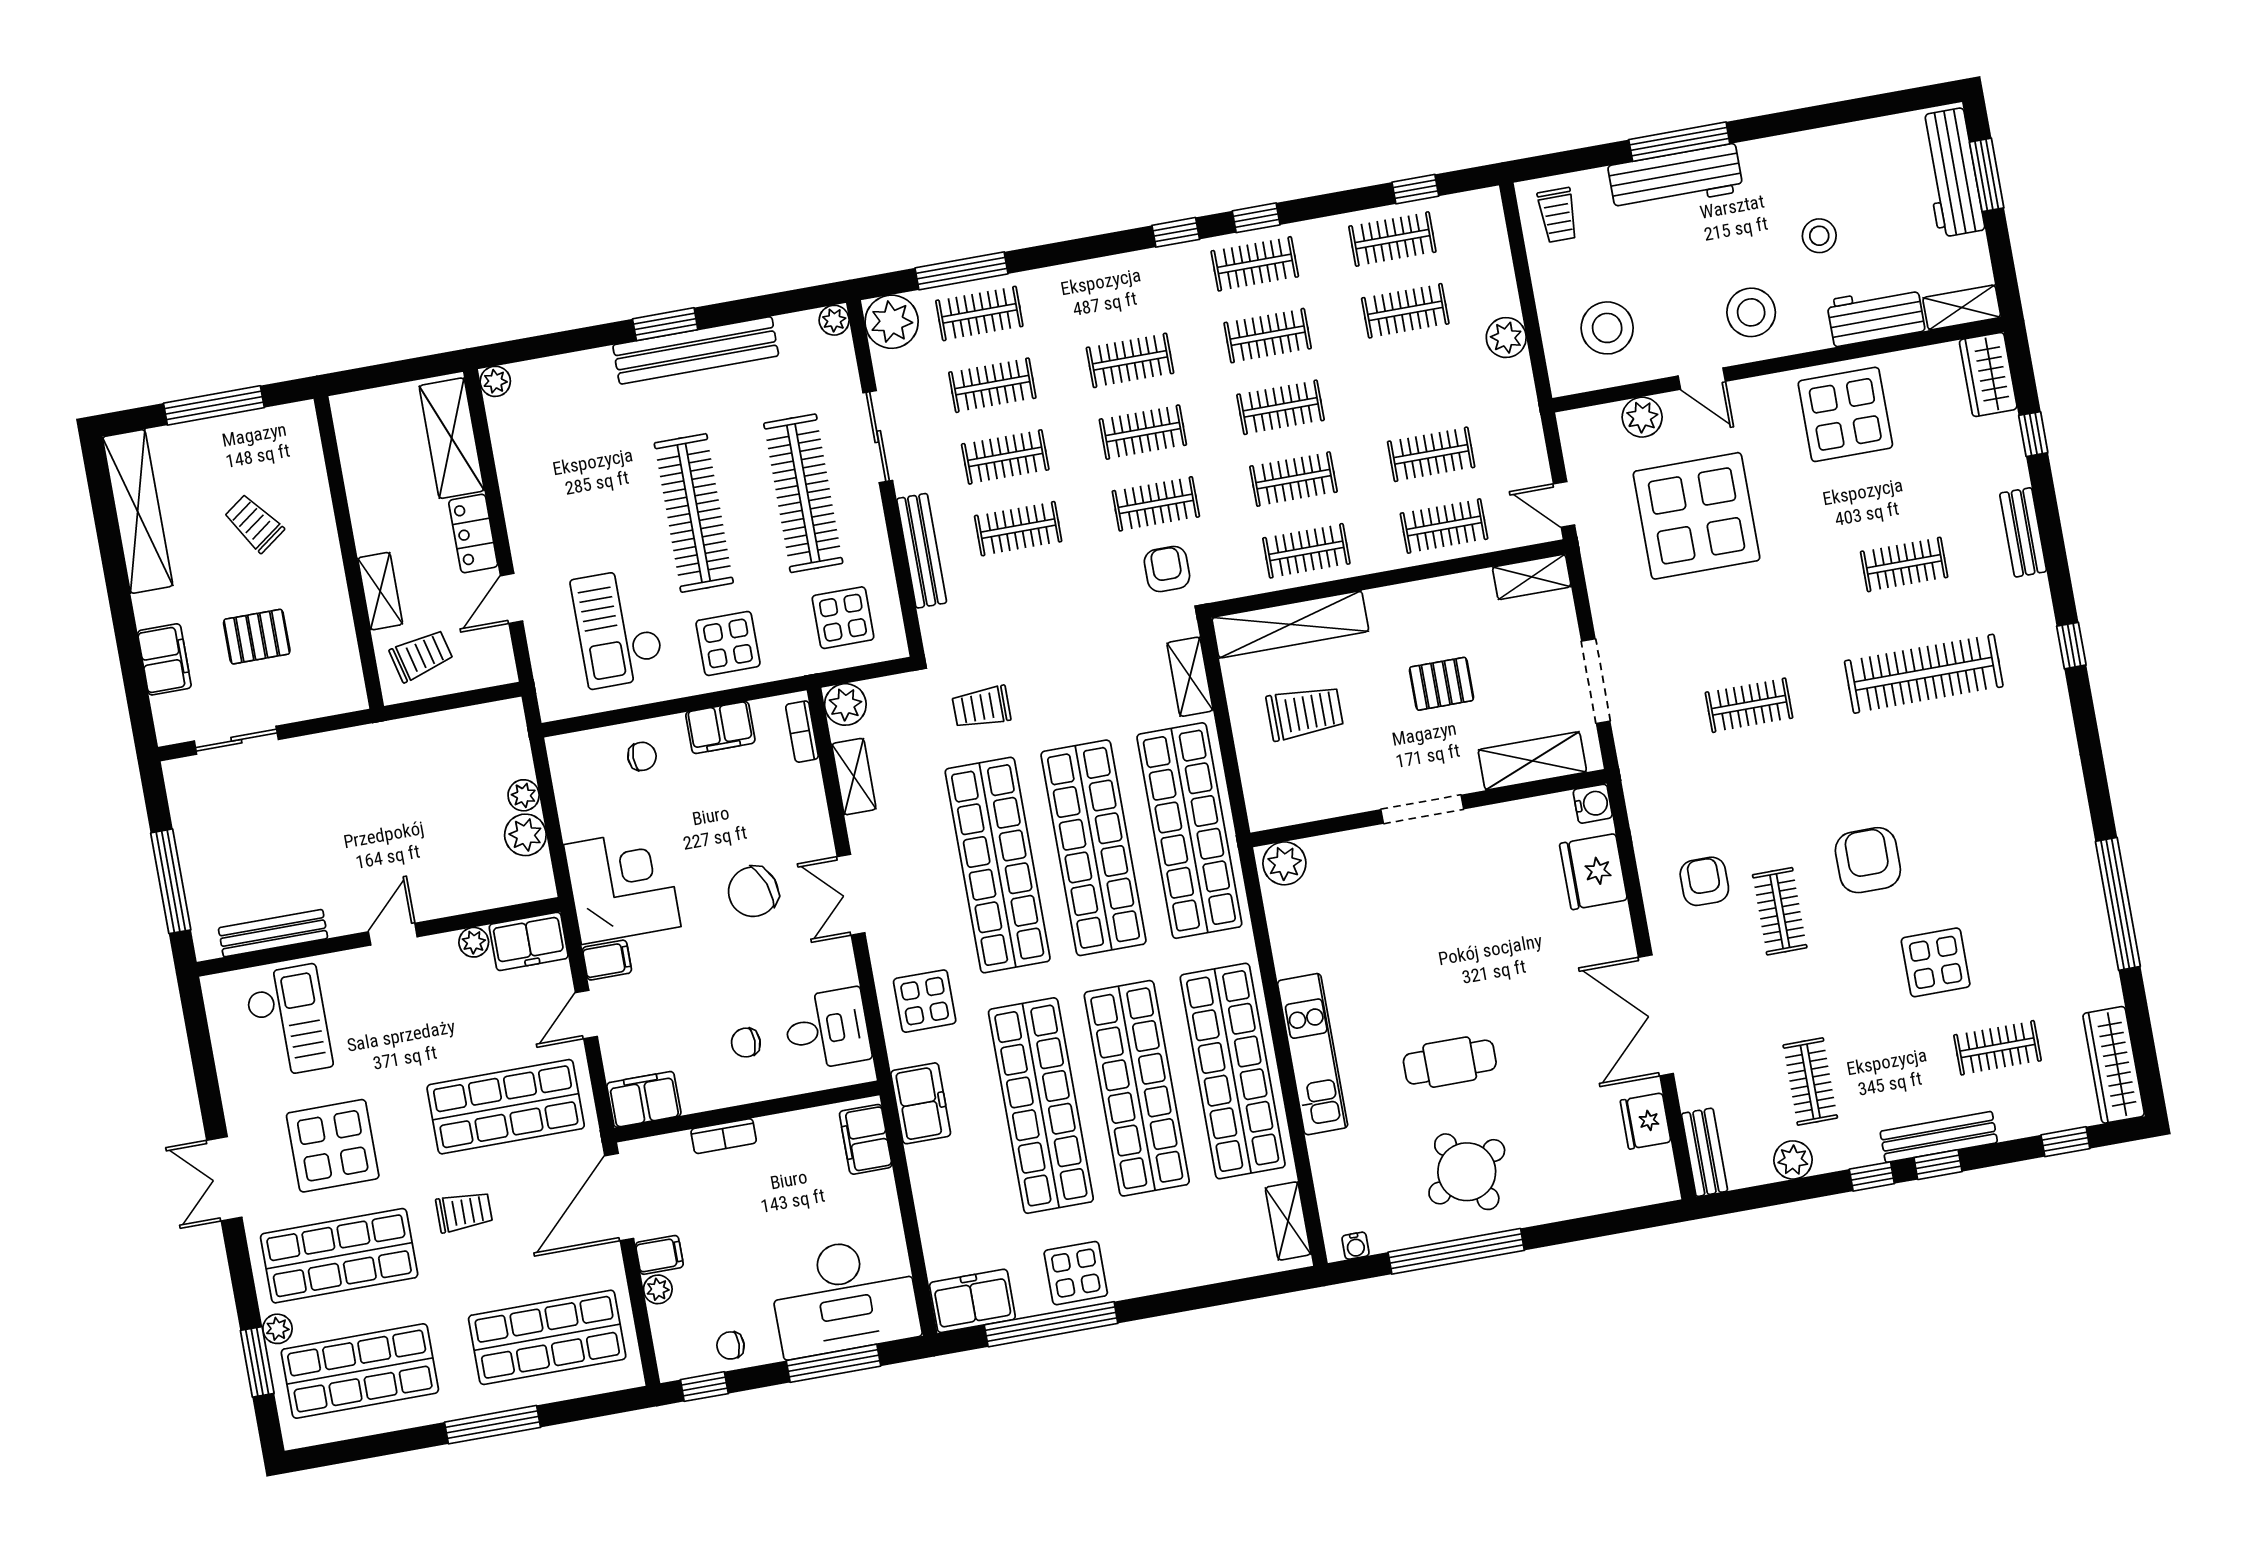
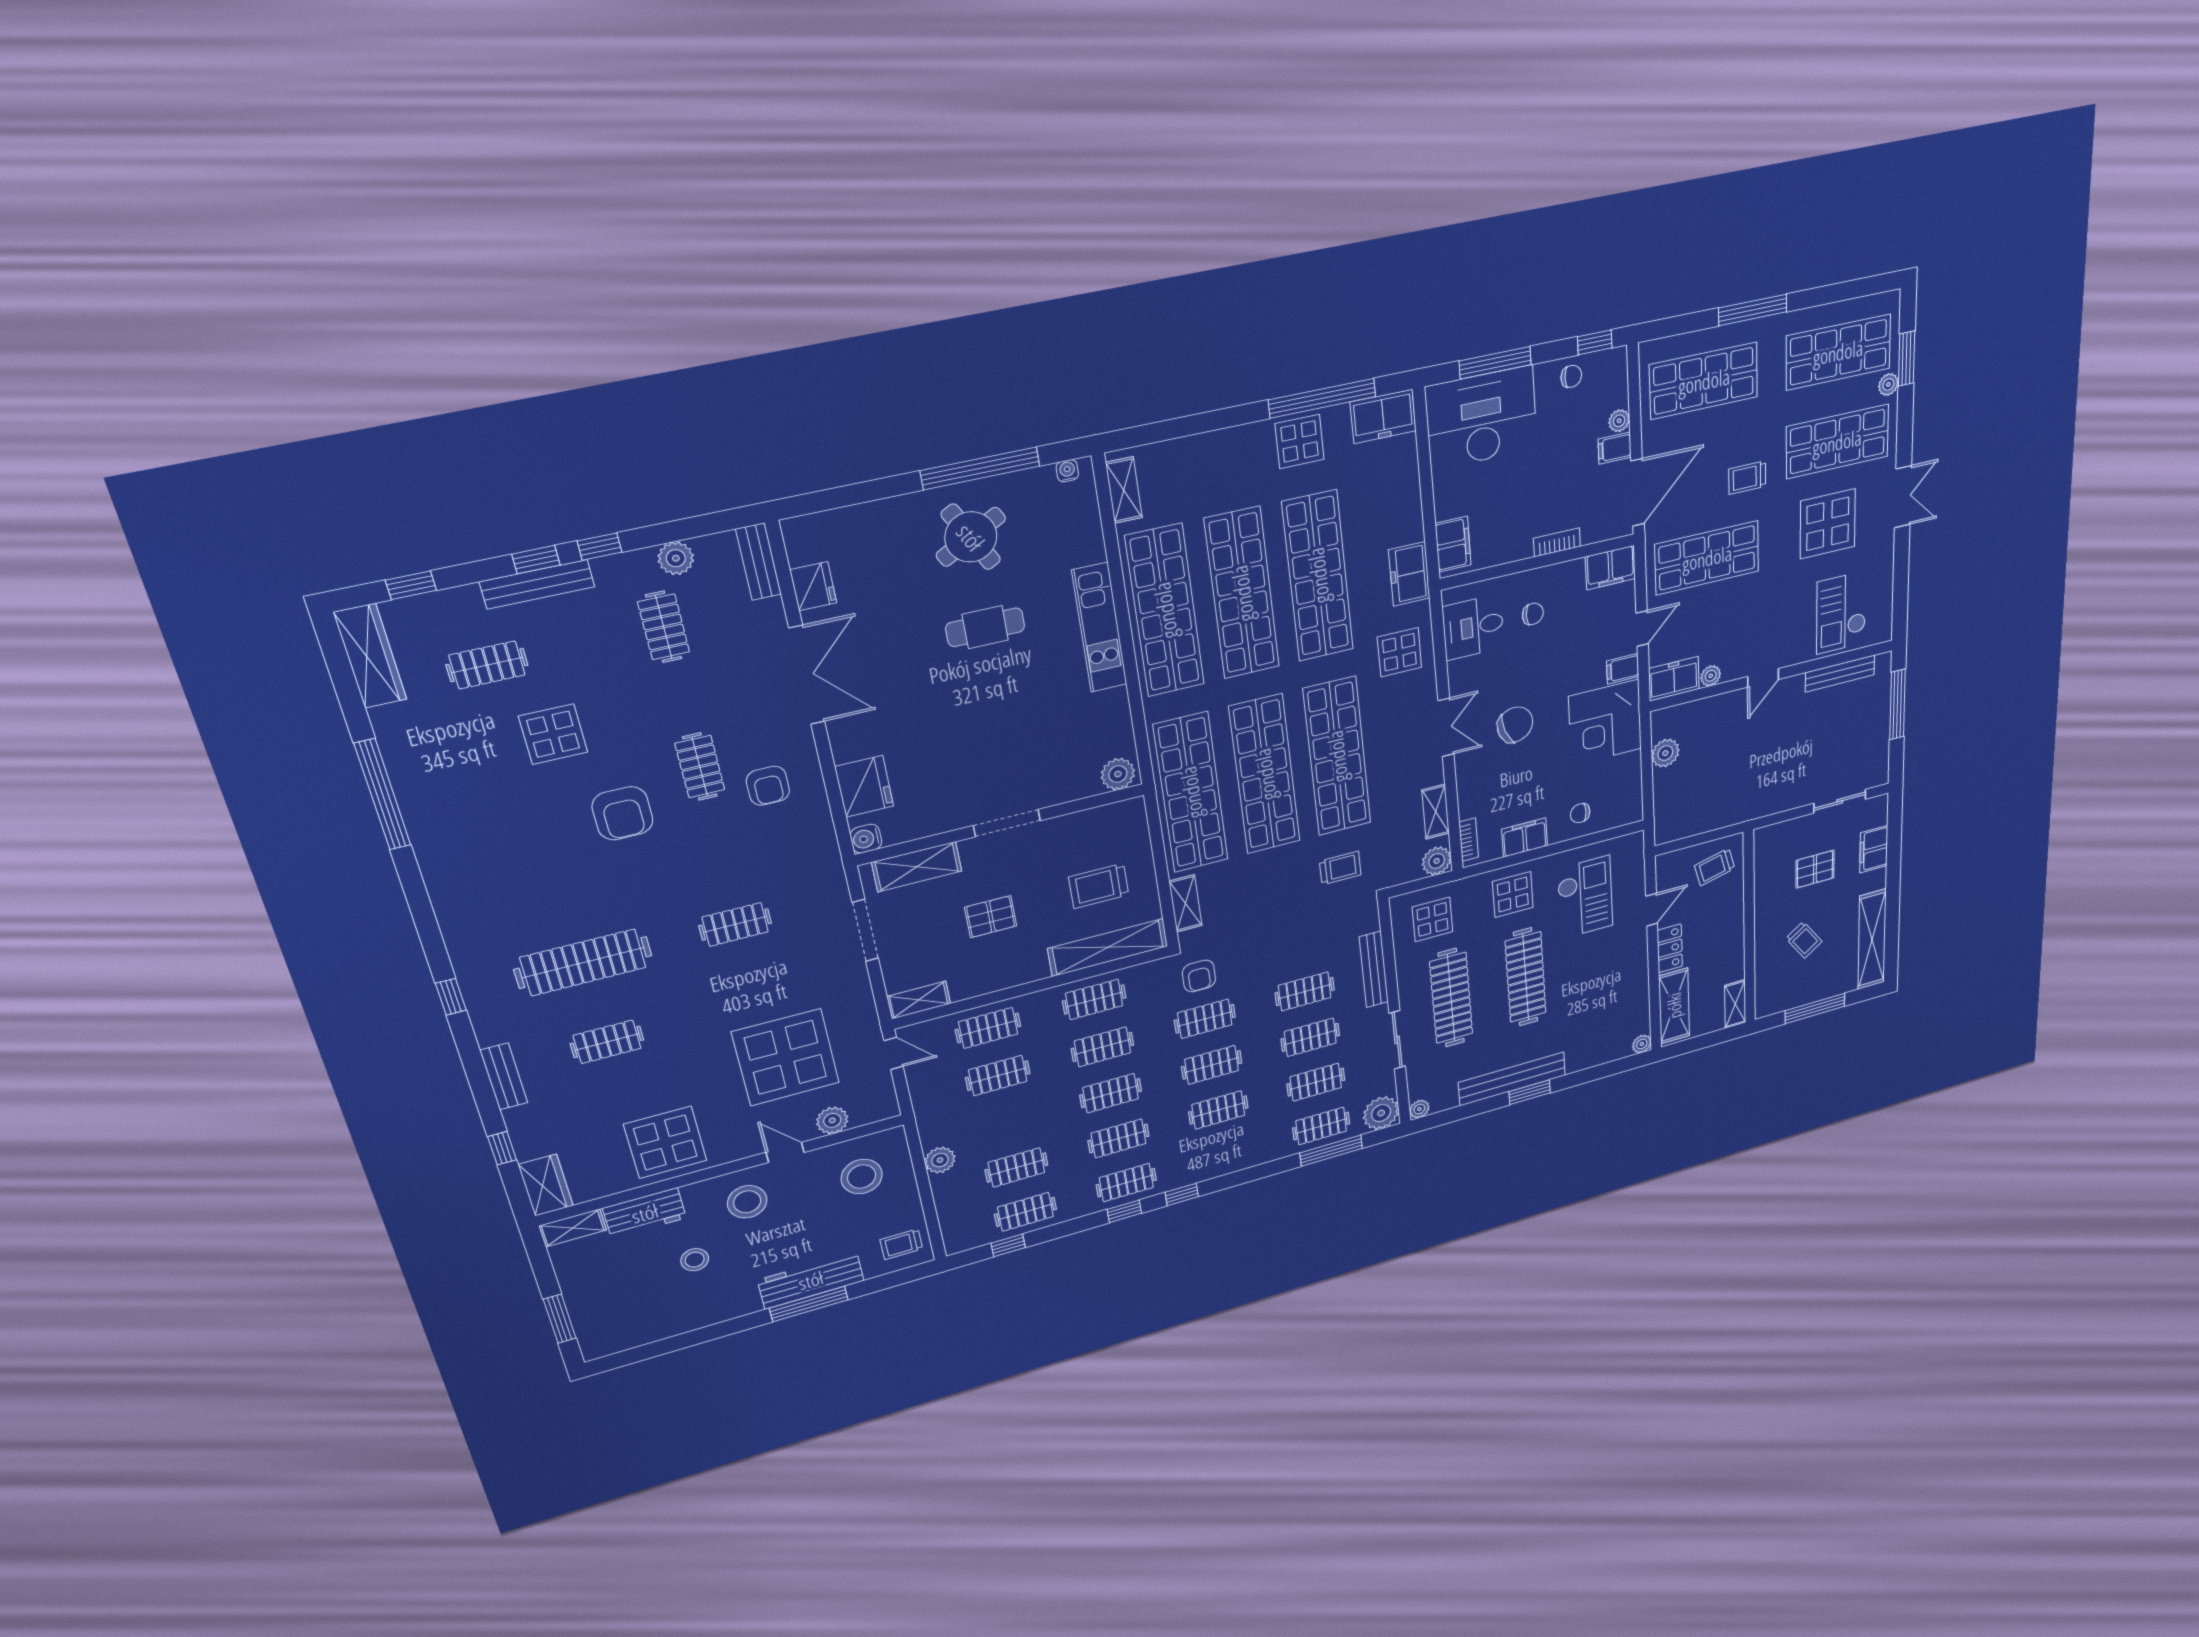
workbench: (1951, 173) -> (589, 1316), removed
trolley: (1558, 215) -> (901, 1244), turned -90
shelving: (380, 591) -> (1735, 1004), moved
plant: (524, 795) -> (1663, 780), removed

